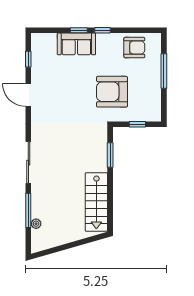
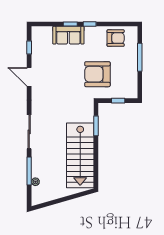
stairs: (96, 202) -> (80, 155), width x1.36, depth x1.51

